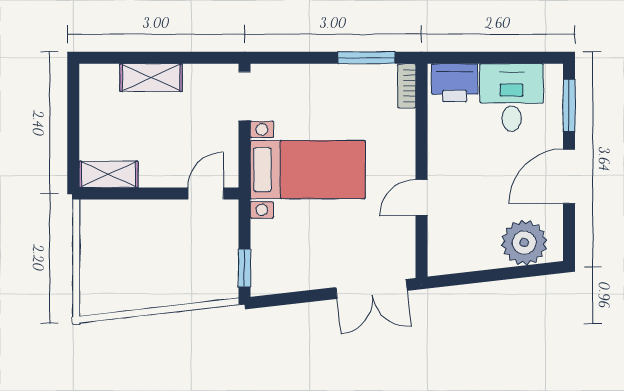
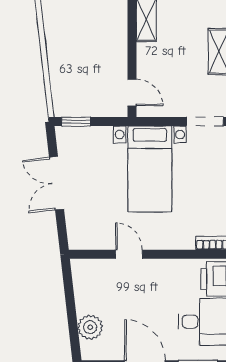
plant: (524, 243) -> (90, 327), width x0.73, depth x0.73
double door: (371, 289) -> (57, 183), moved

